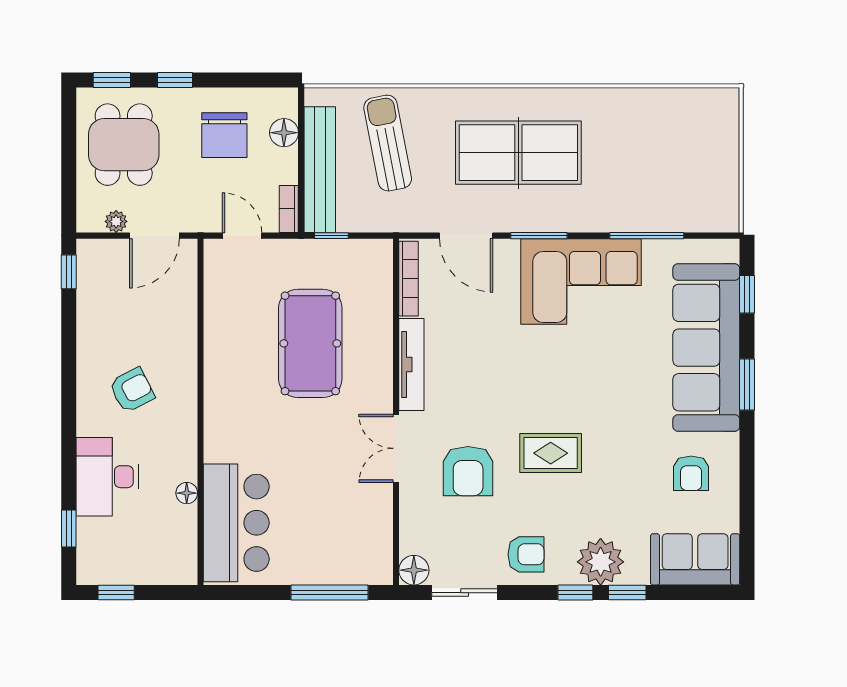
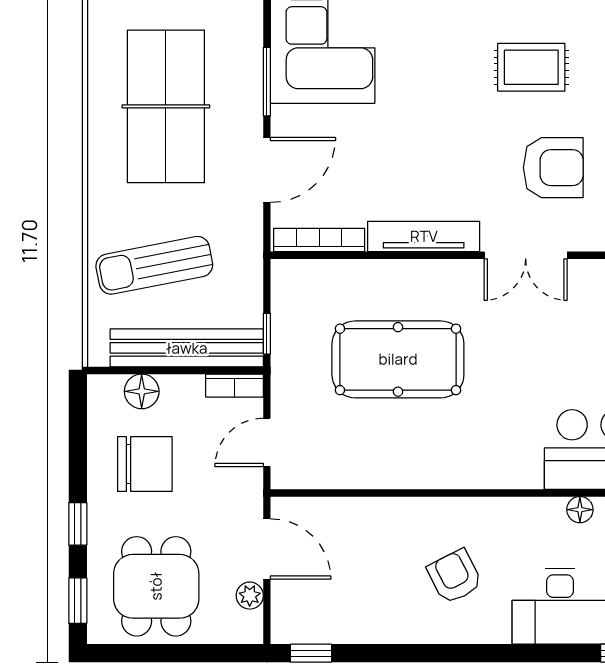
dining table: (124, 145) -> (156, 586), turned 90
rug: (551, 453) -> (531, 67), turned 90

